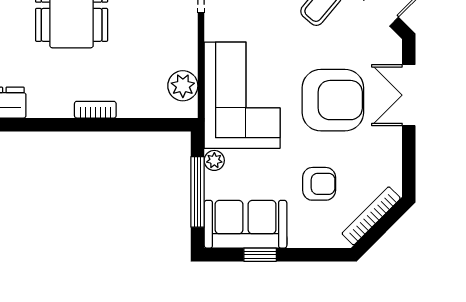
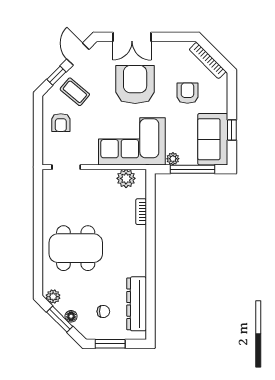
bookcase: (95, 110) -> (141, 212), moved

